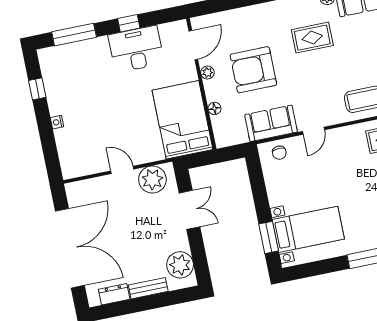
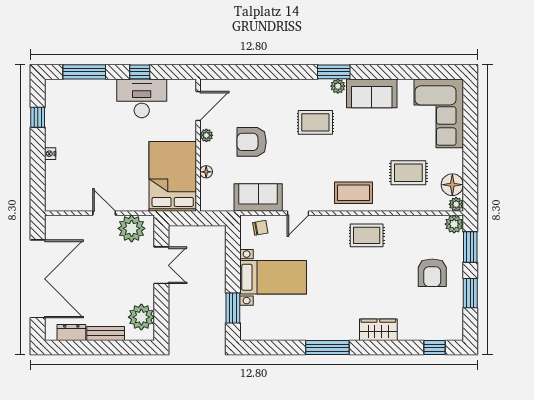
armchair: (253, 70) -> (252, 142), width x0.73, depth x0.73
chair: (279, 153) -> (260, 228), turned -98
bed with nightstands: (308, 229) -> (273, 277), moved

